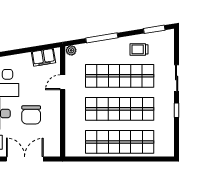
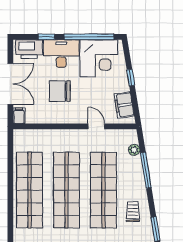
plant: (71, 50) -> (134, 150), moved
window: (19, 51) -> (131, 78), added
filing cabinet: (53, 151) -> (19, 116), added

